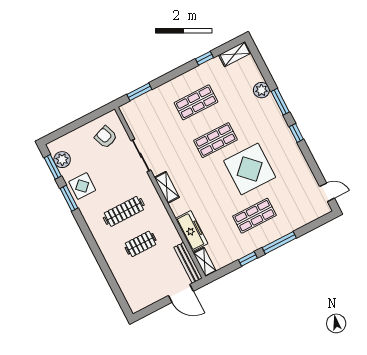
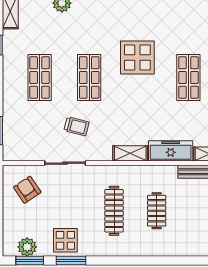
armchair: (106, 137) -> (27, 190), turned 76
trolley: (173, 150) -> (77, 126), added
display table: (250, 169) -> (137, 58), width x0.73, depth x0.73
shelving: (167, 187) -> (130, 153), moved

